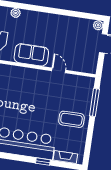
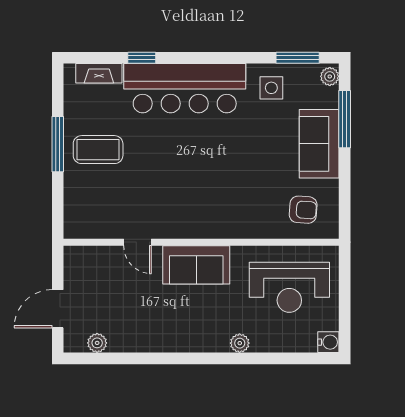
plant: (98, 25) -> (97, 343), moved
window: (94, 102) -> (58, 144), moved

